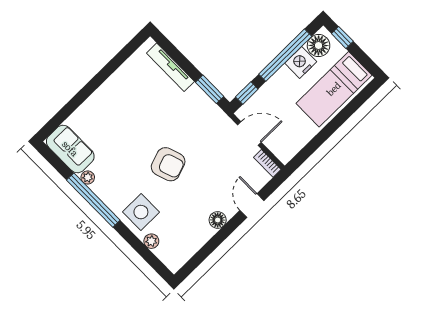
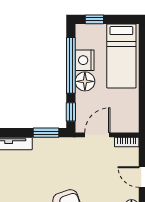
floor lamp: (319, 46) -> (85, 81), moved

